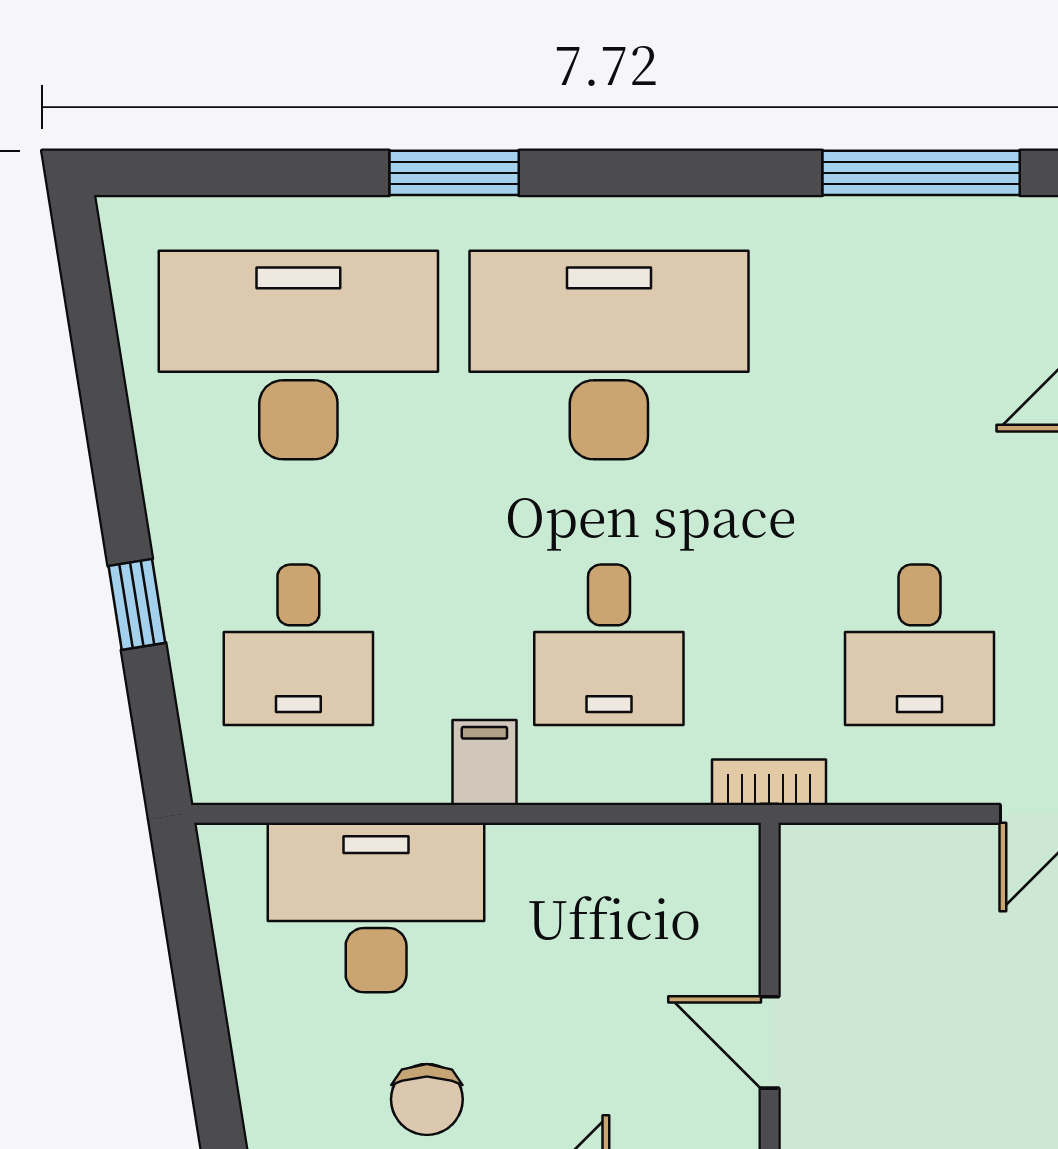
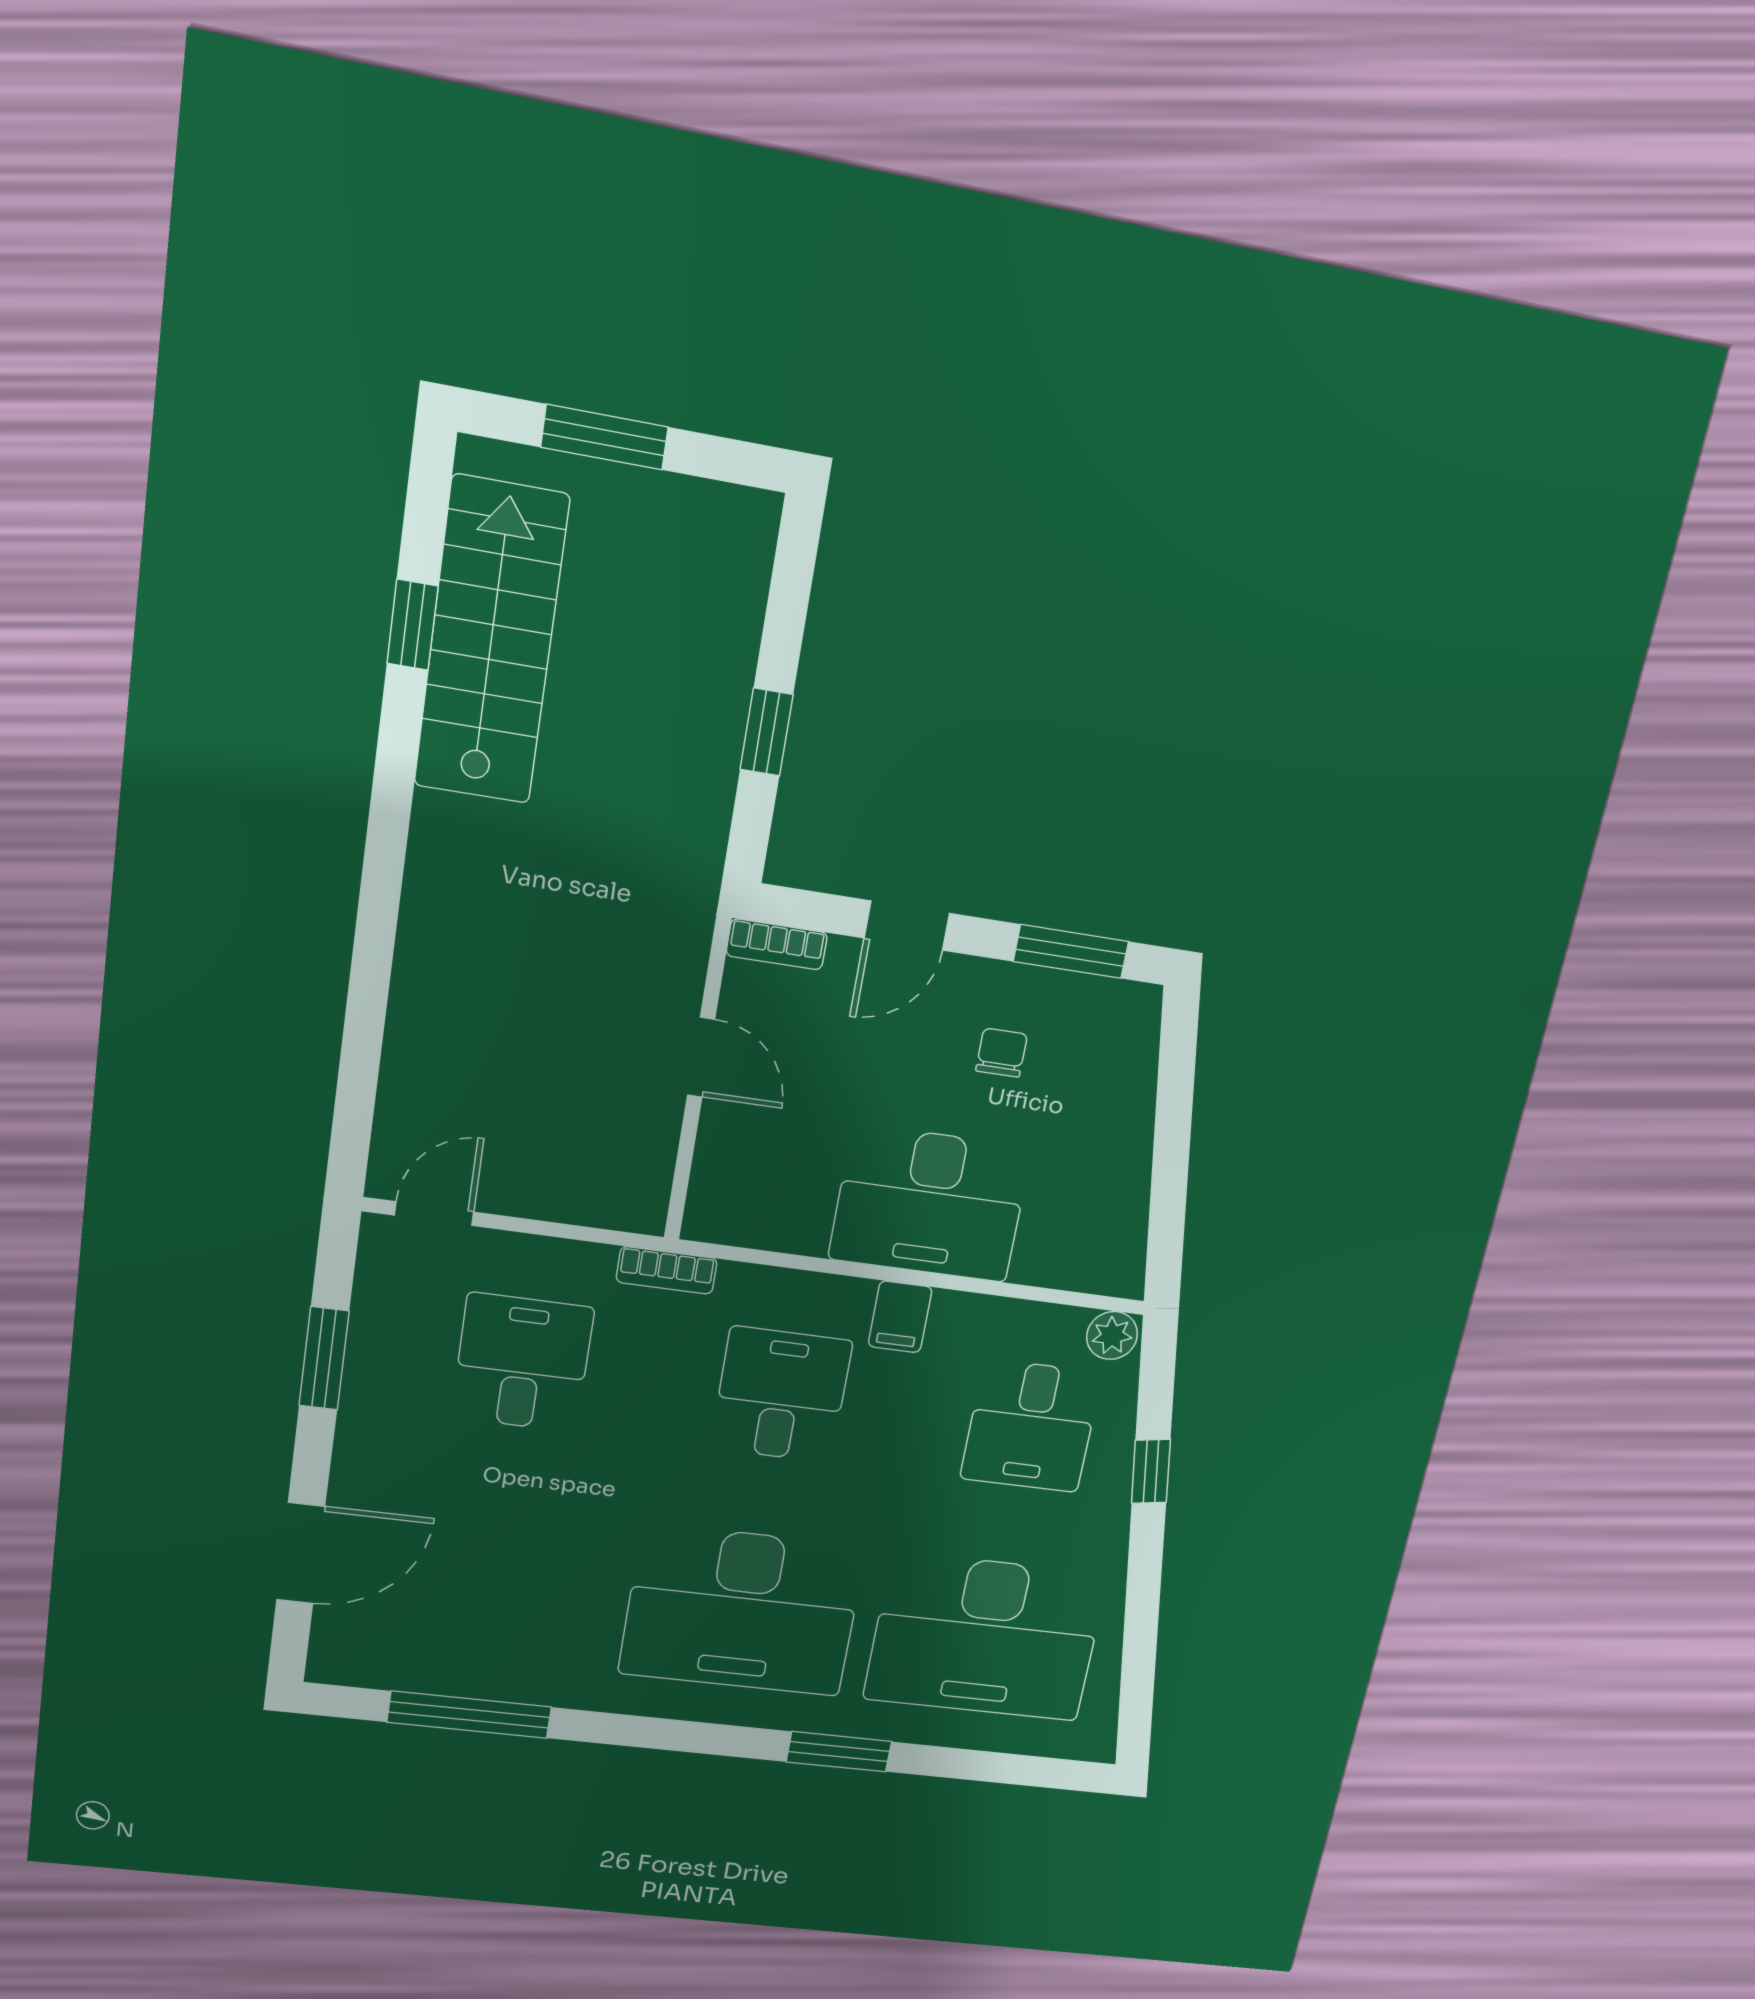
desk: (298, 645) -> (1031, 1426), turned 180
plant: (223, 774) -> (1112, 1335), added
desk: (376, 907) -> (930, 1203), moved
chair: (427, 1099) -> (1002, 1053), width x0.73, depth x0.73

